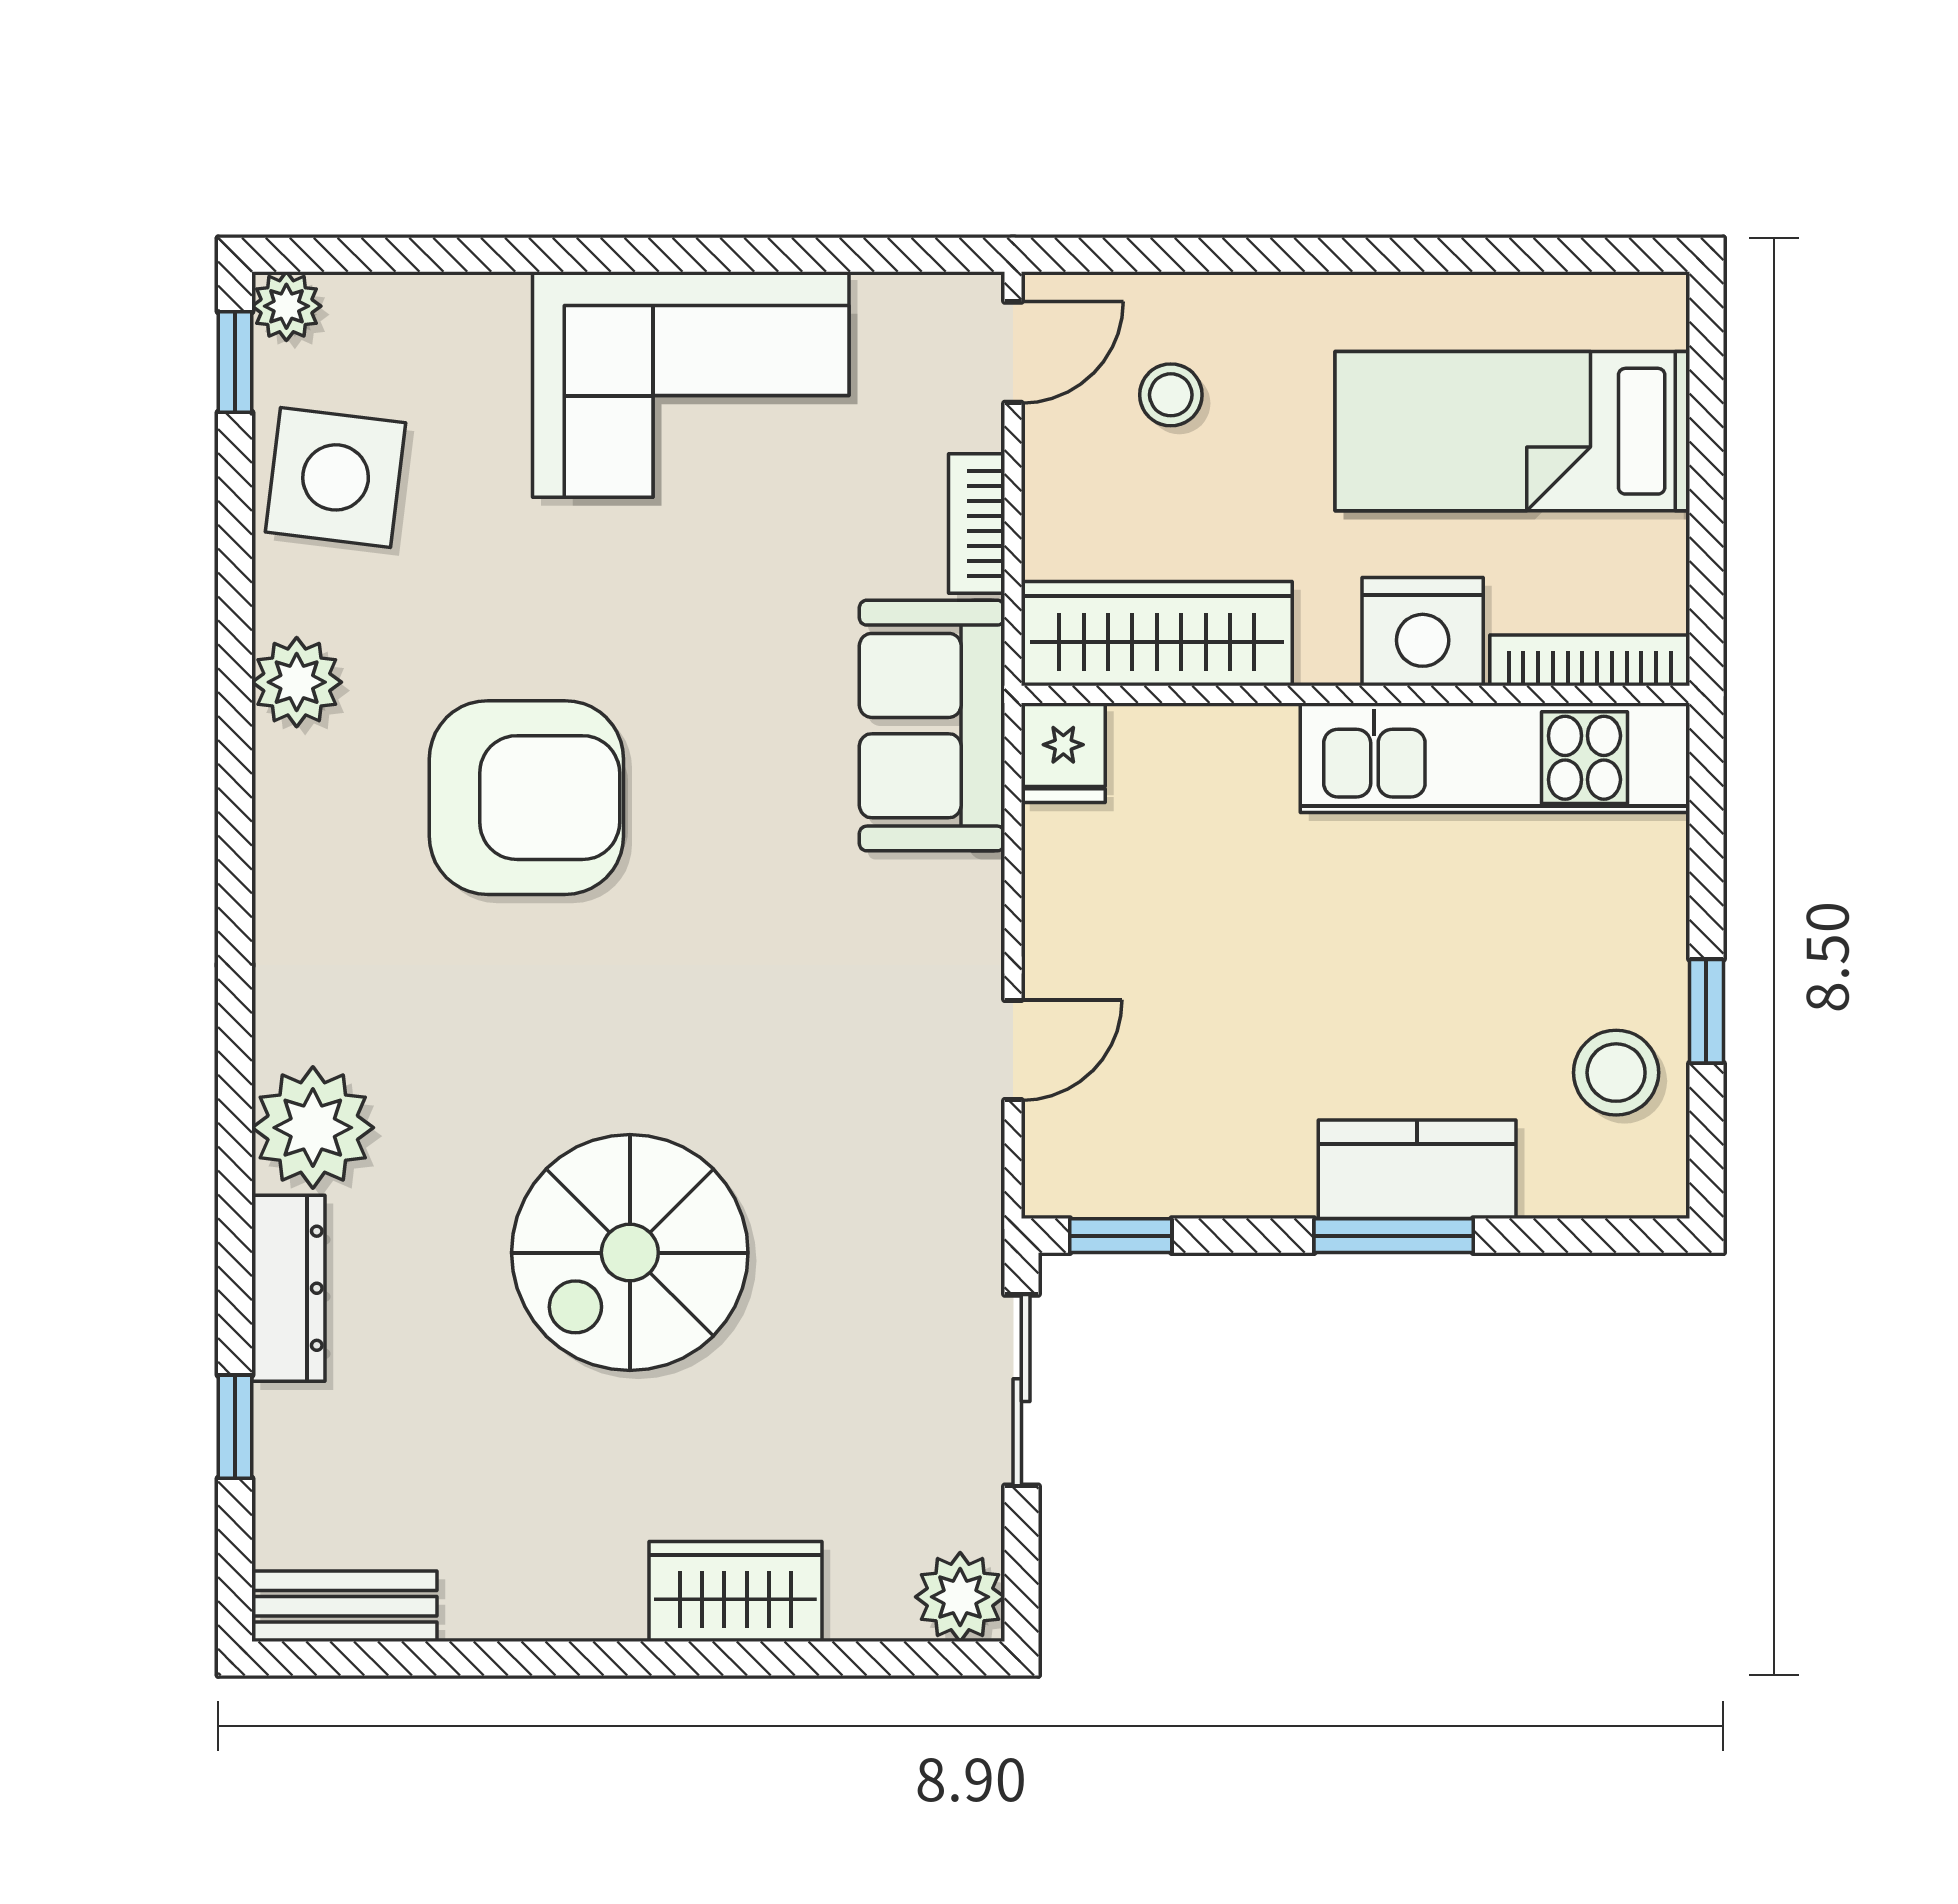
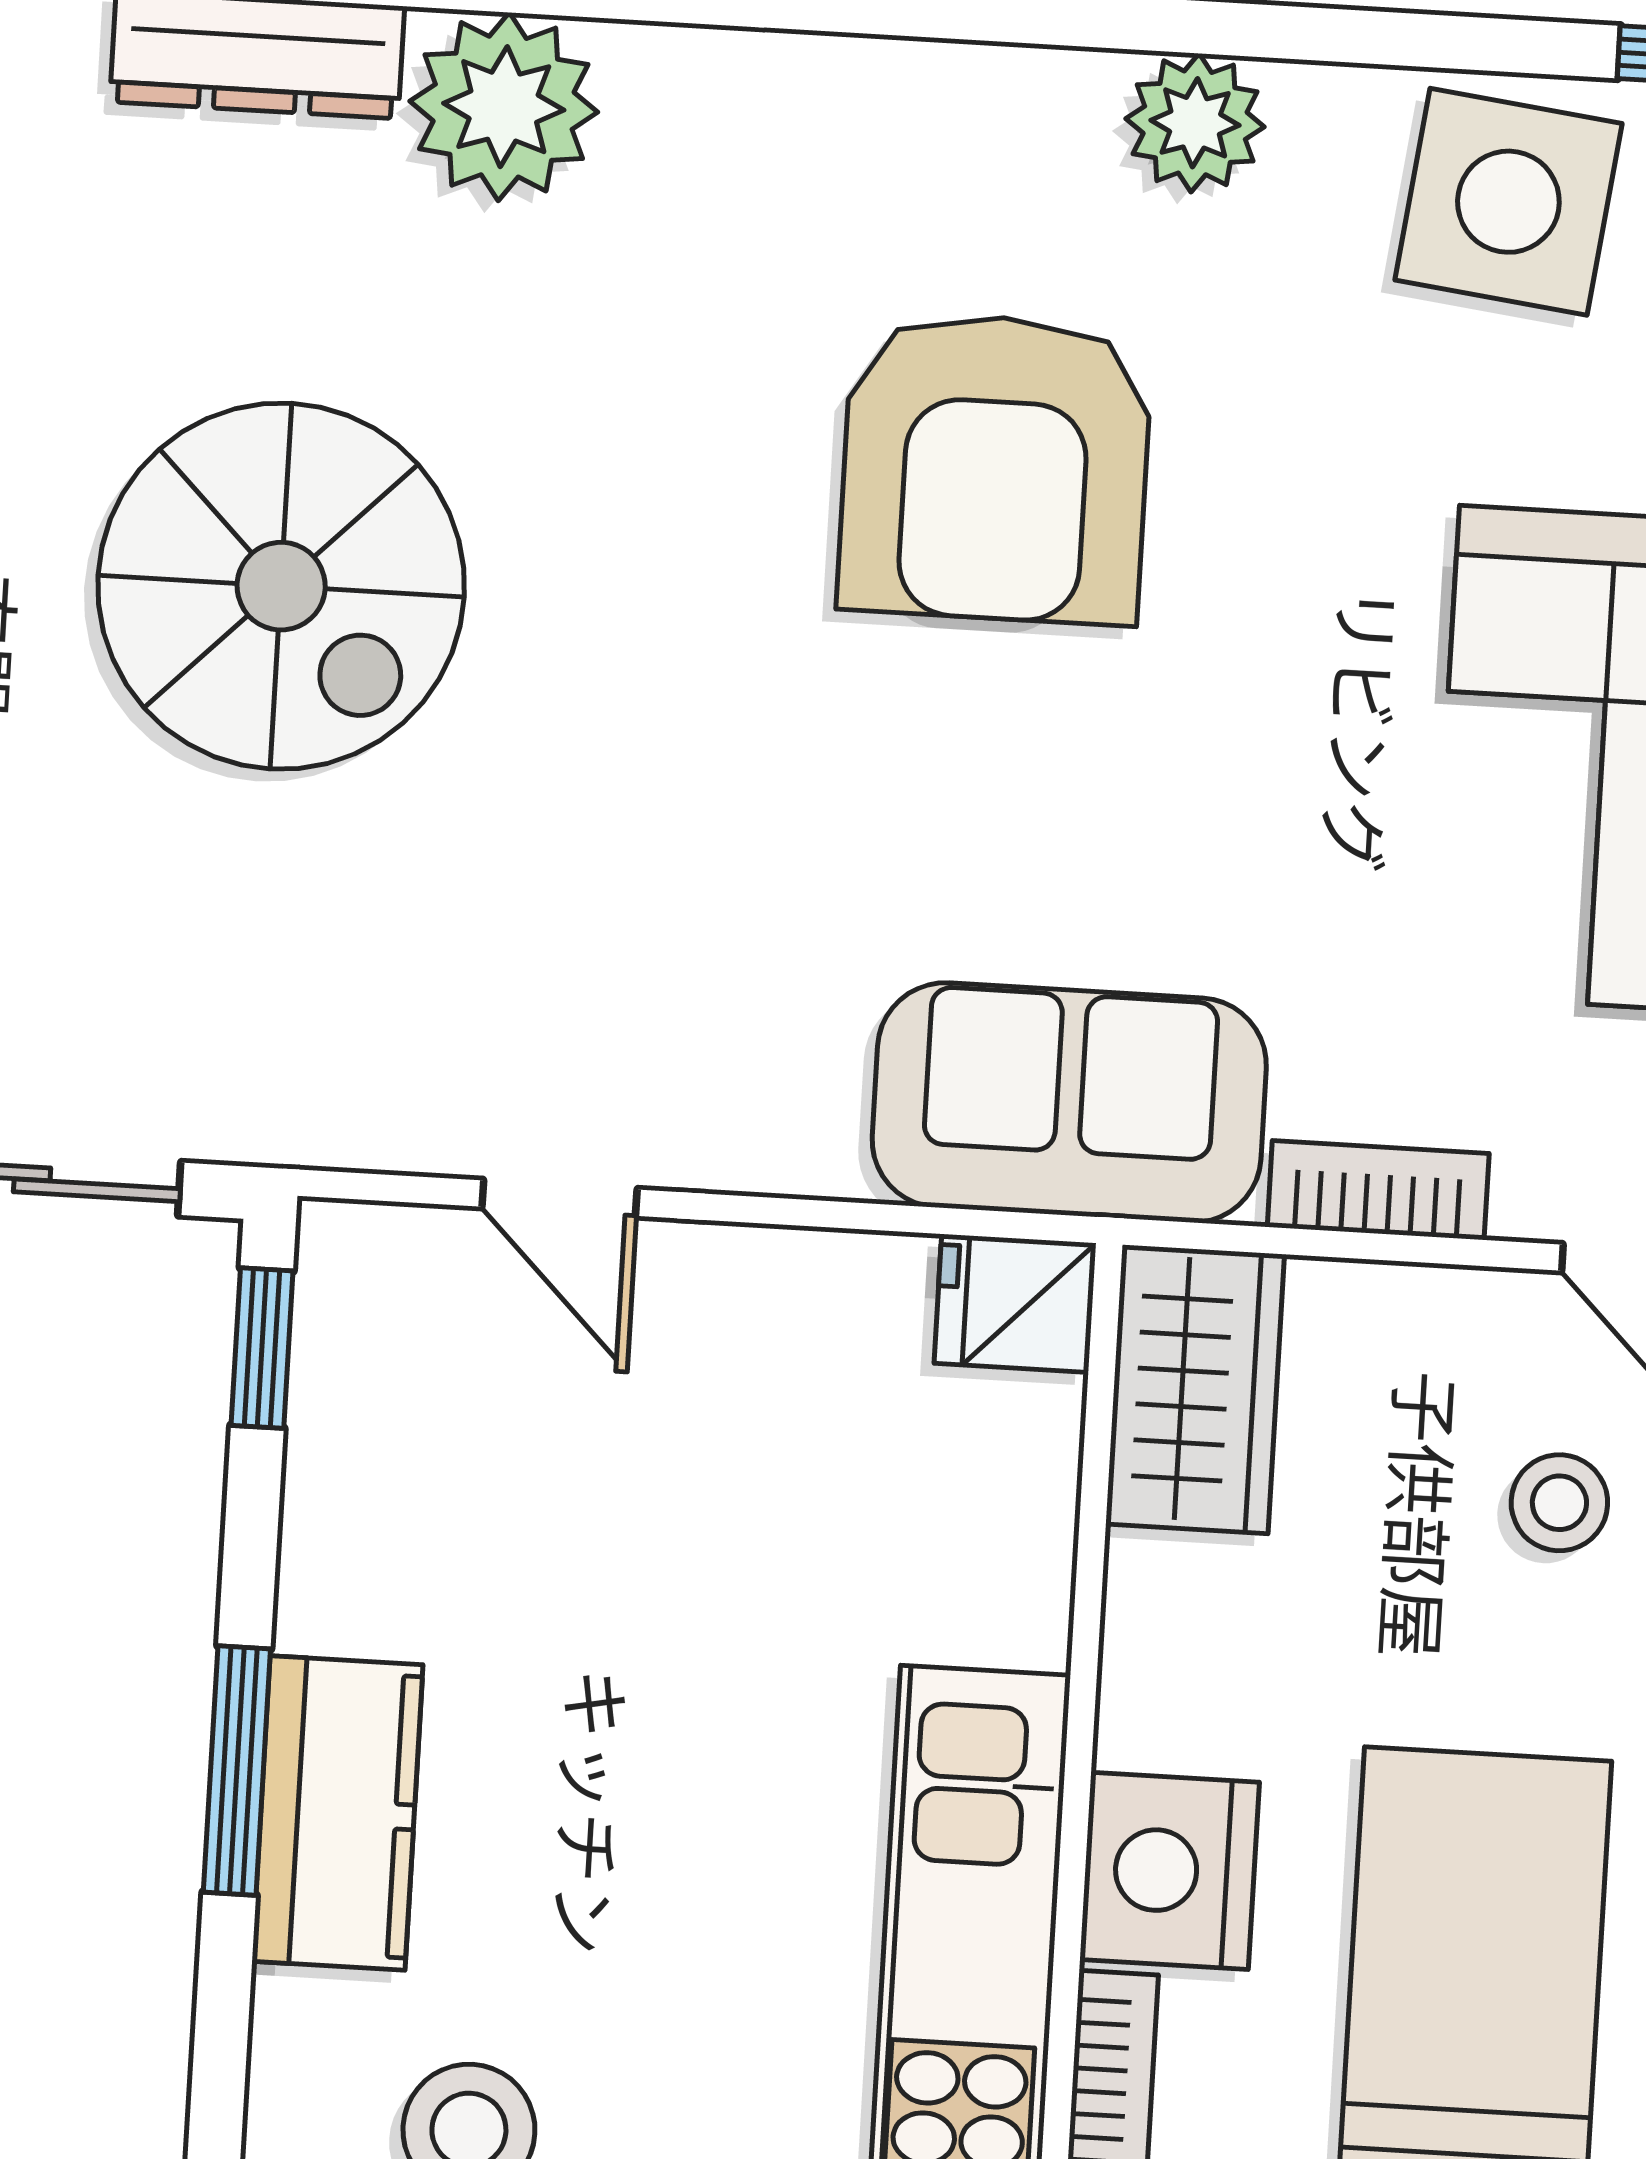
wardrobe: (1157, 634) -> (1195, 1389), width x0.67
spiral stairs: (630, 1253) -> (281, 586), turned 180

